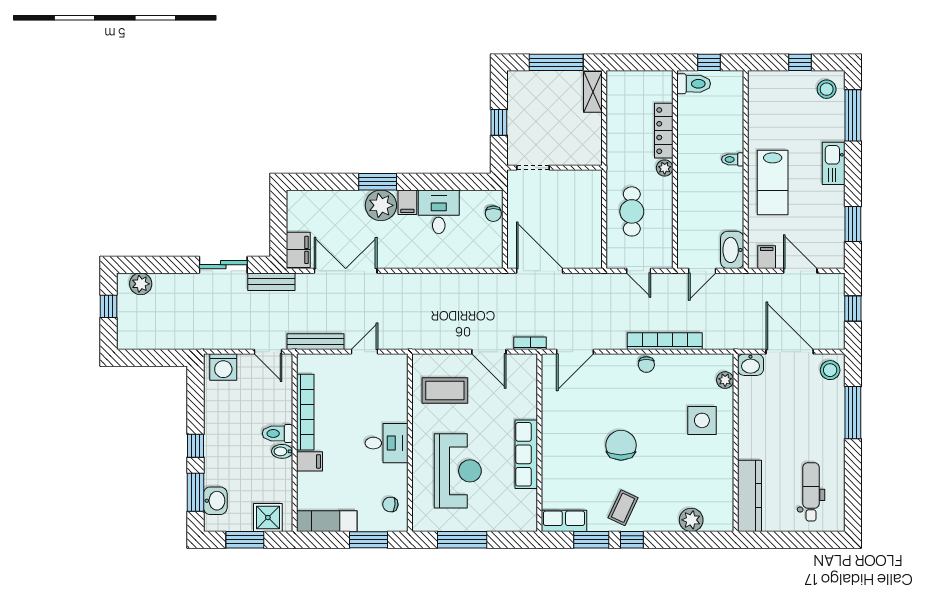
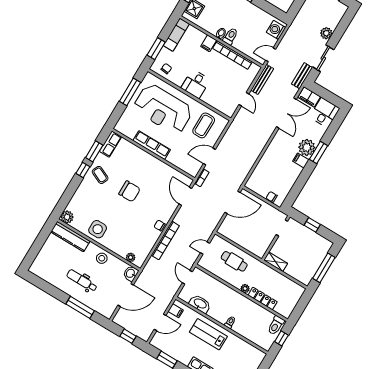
shelving: (593, 92) -> (276, 262), moved
desk: (439, 212) -> (325, 113), moved, turned -90
washbasin: (732, 250) -> (200, 304), moved
plant: (141, 284) -> (326, 33), moved
stool: (830, 370) -> (102, 258), moved
side table: (702, 420) -> (98, 229), moved
reception desk: (458, 471) -> (163, 109), width x1.36, depth x1.30
dental chair: (811, 492) -> (82, 281), moved, turned 180
plant: (691, 520) -> (67, 217), moved

